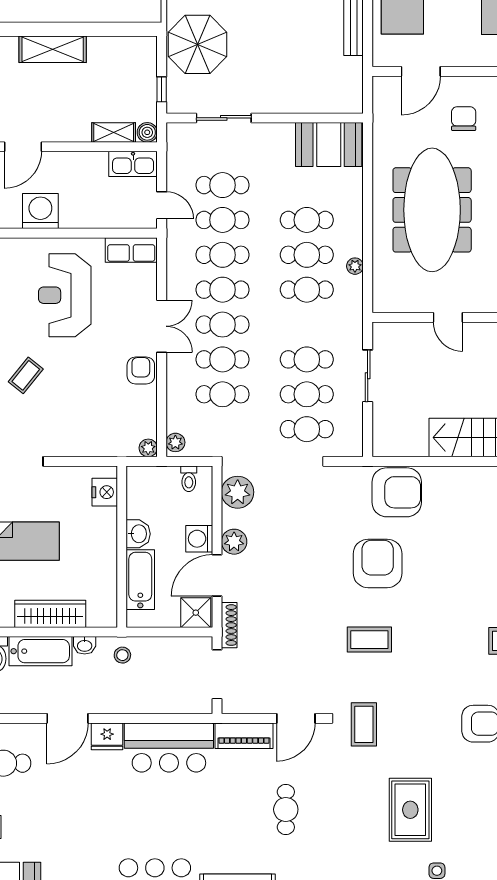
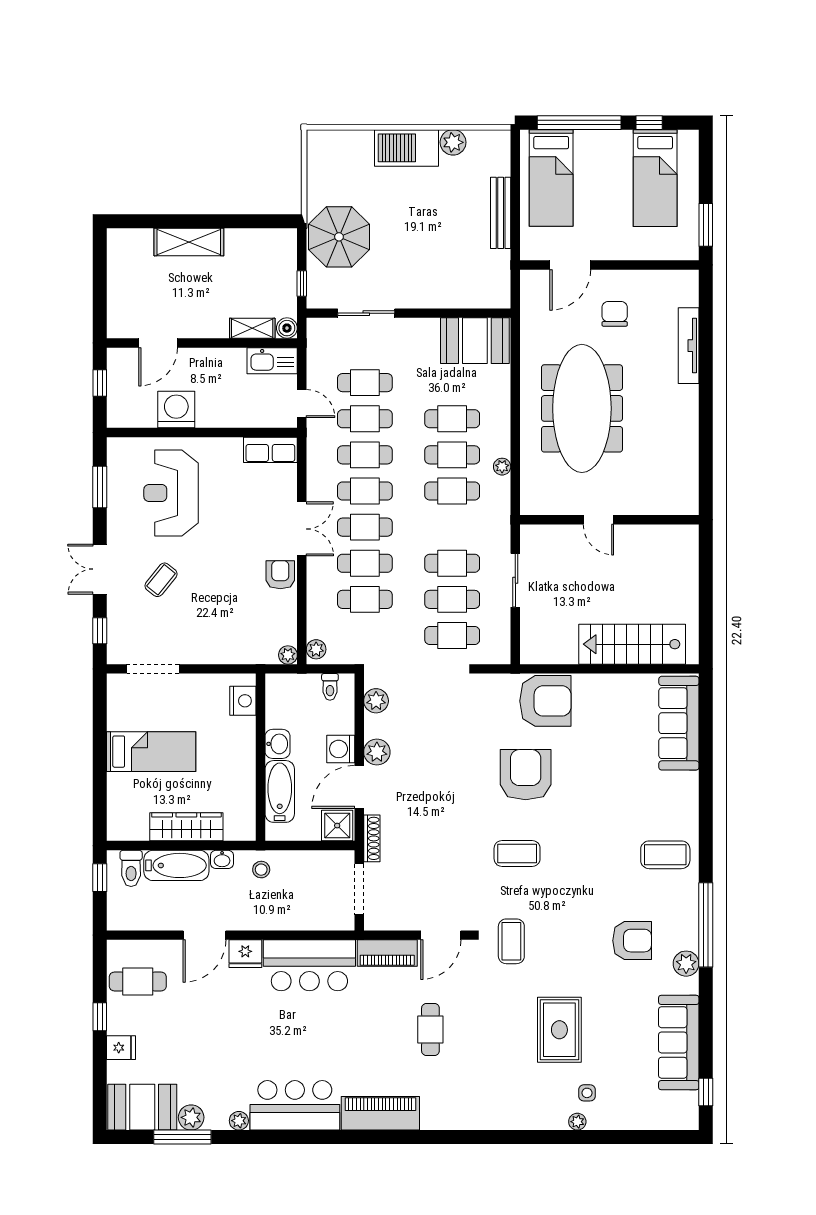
reception desk: (65, 295) -> (171, 493), moved
plant: (238, 492) -> (376, 701), width x0.73, depth x0.73

